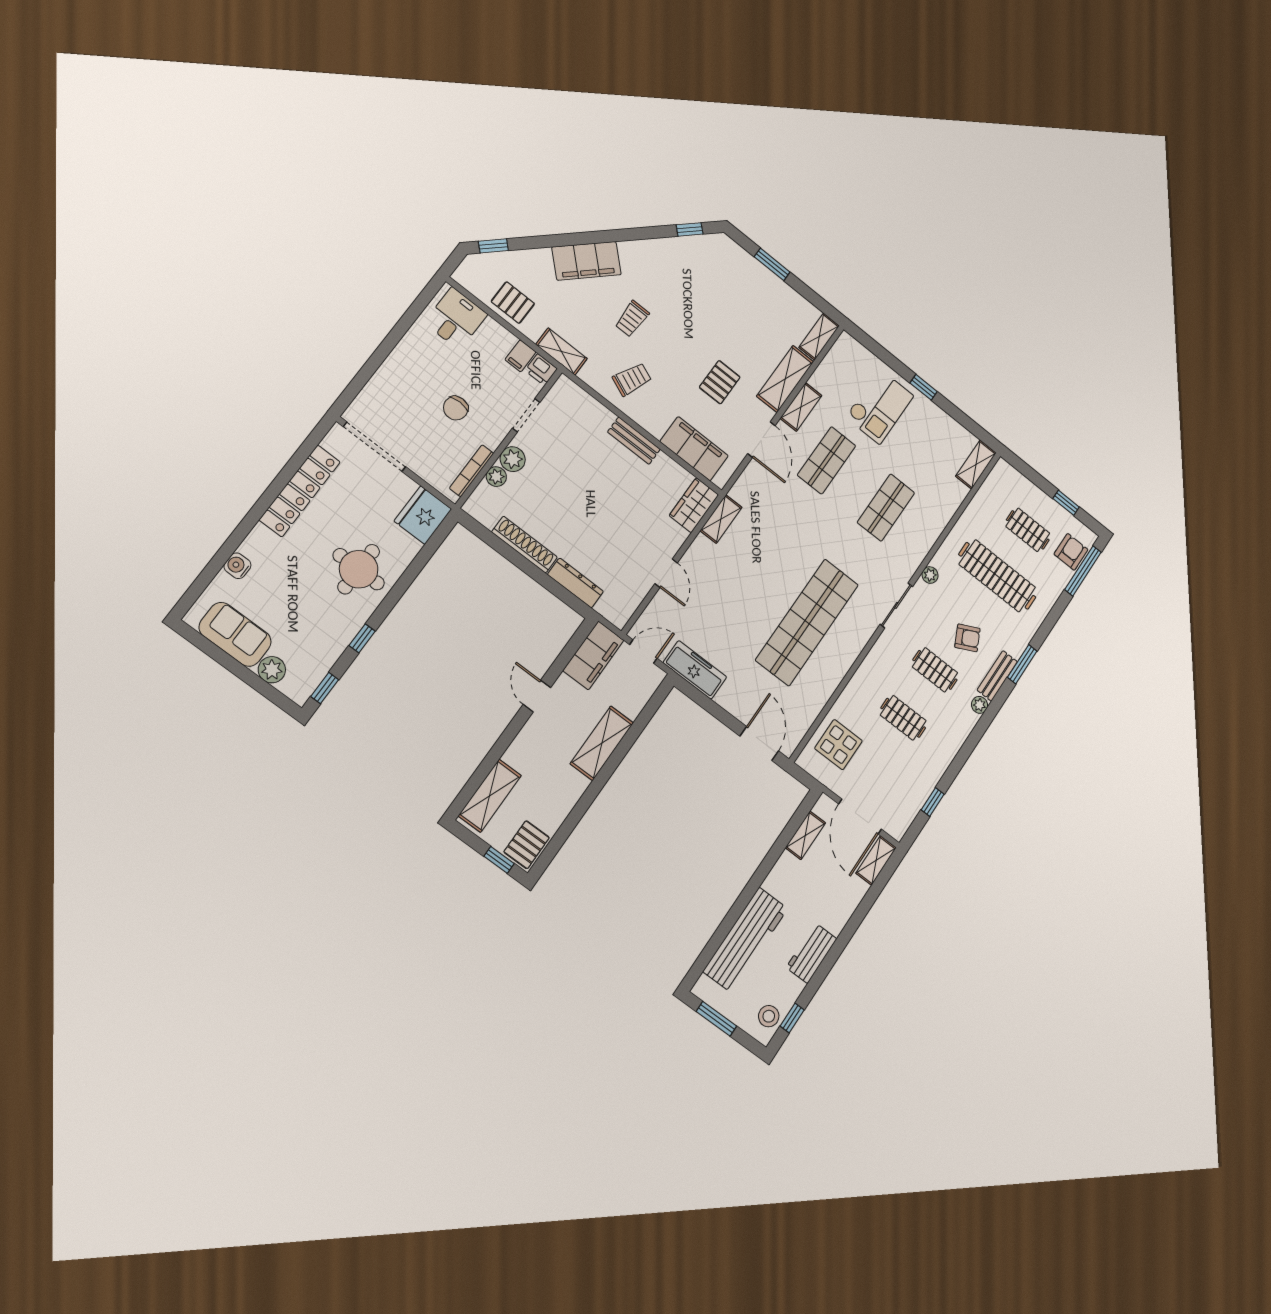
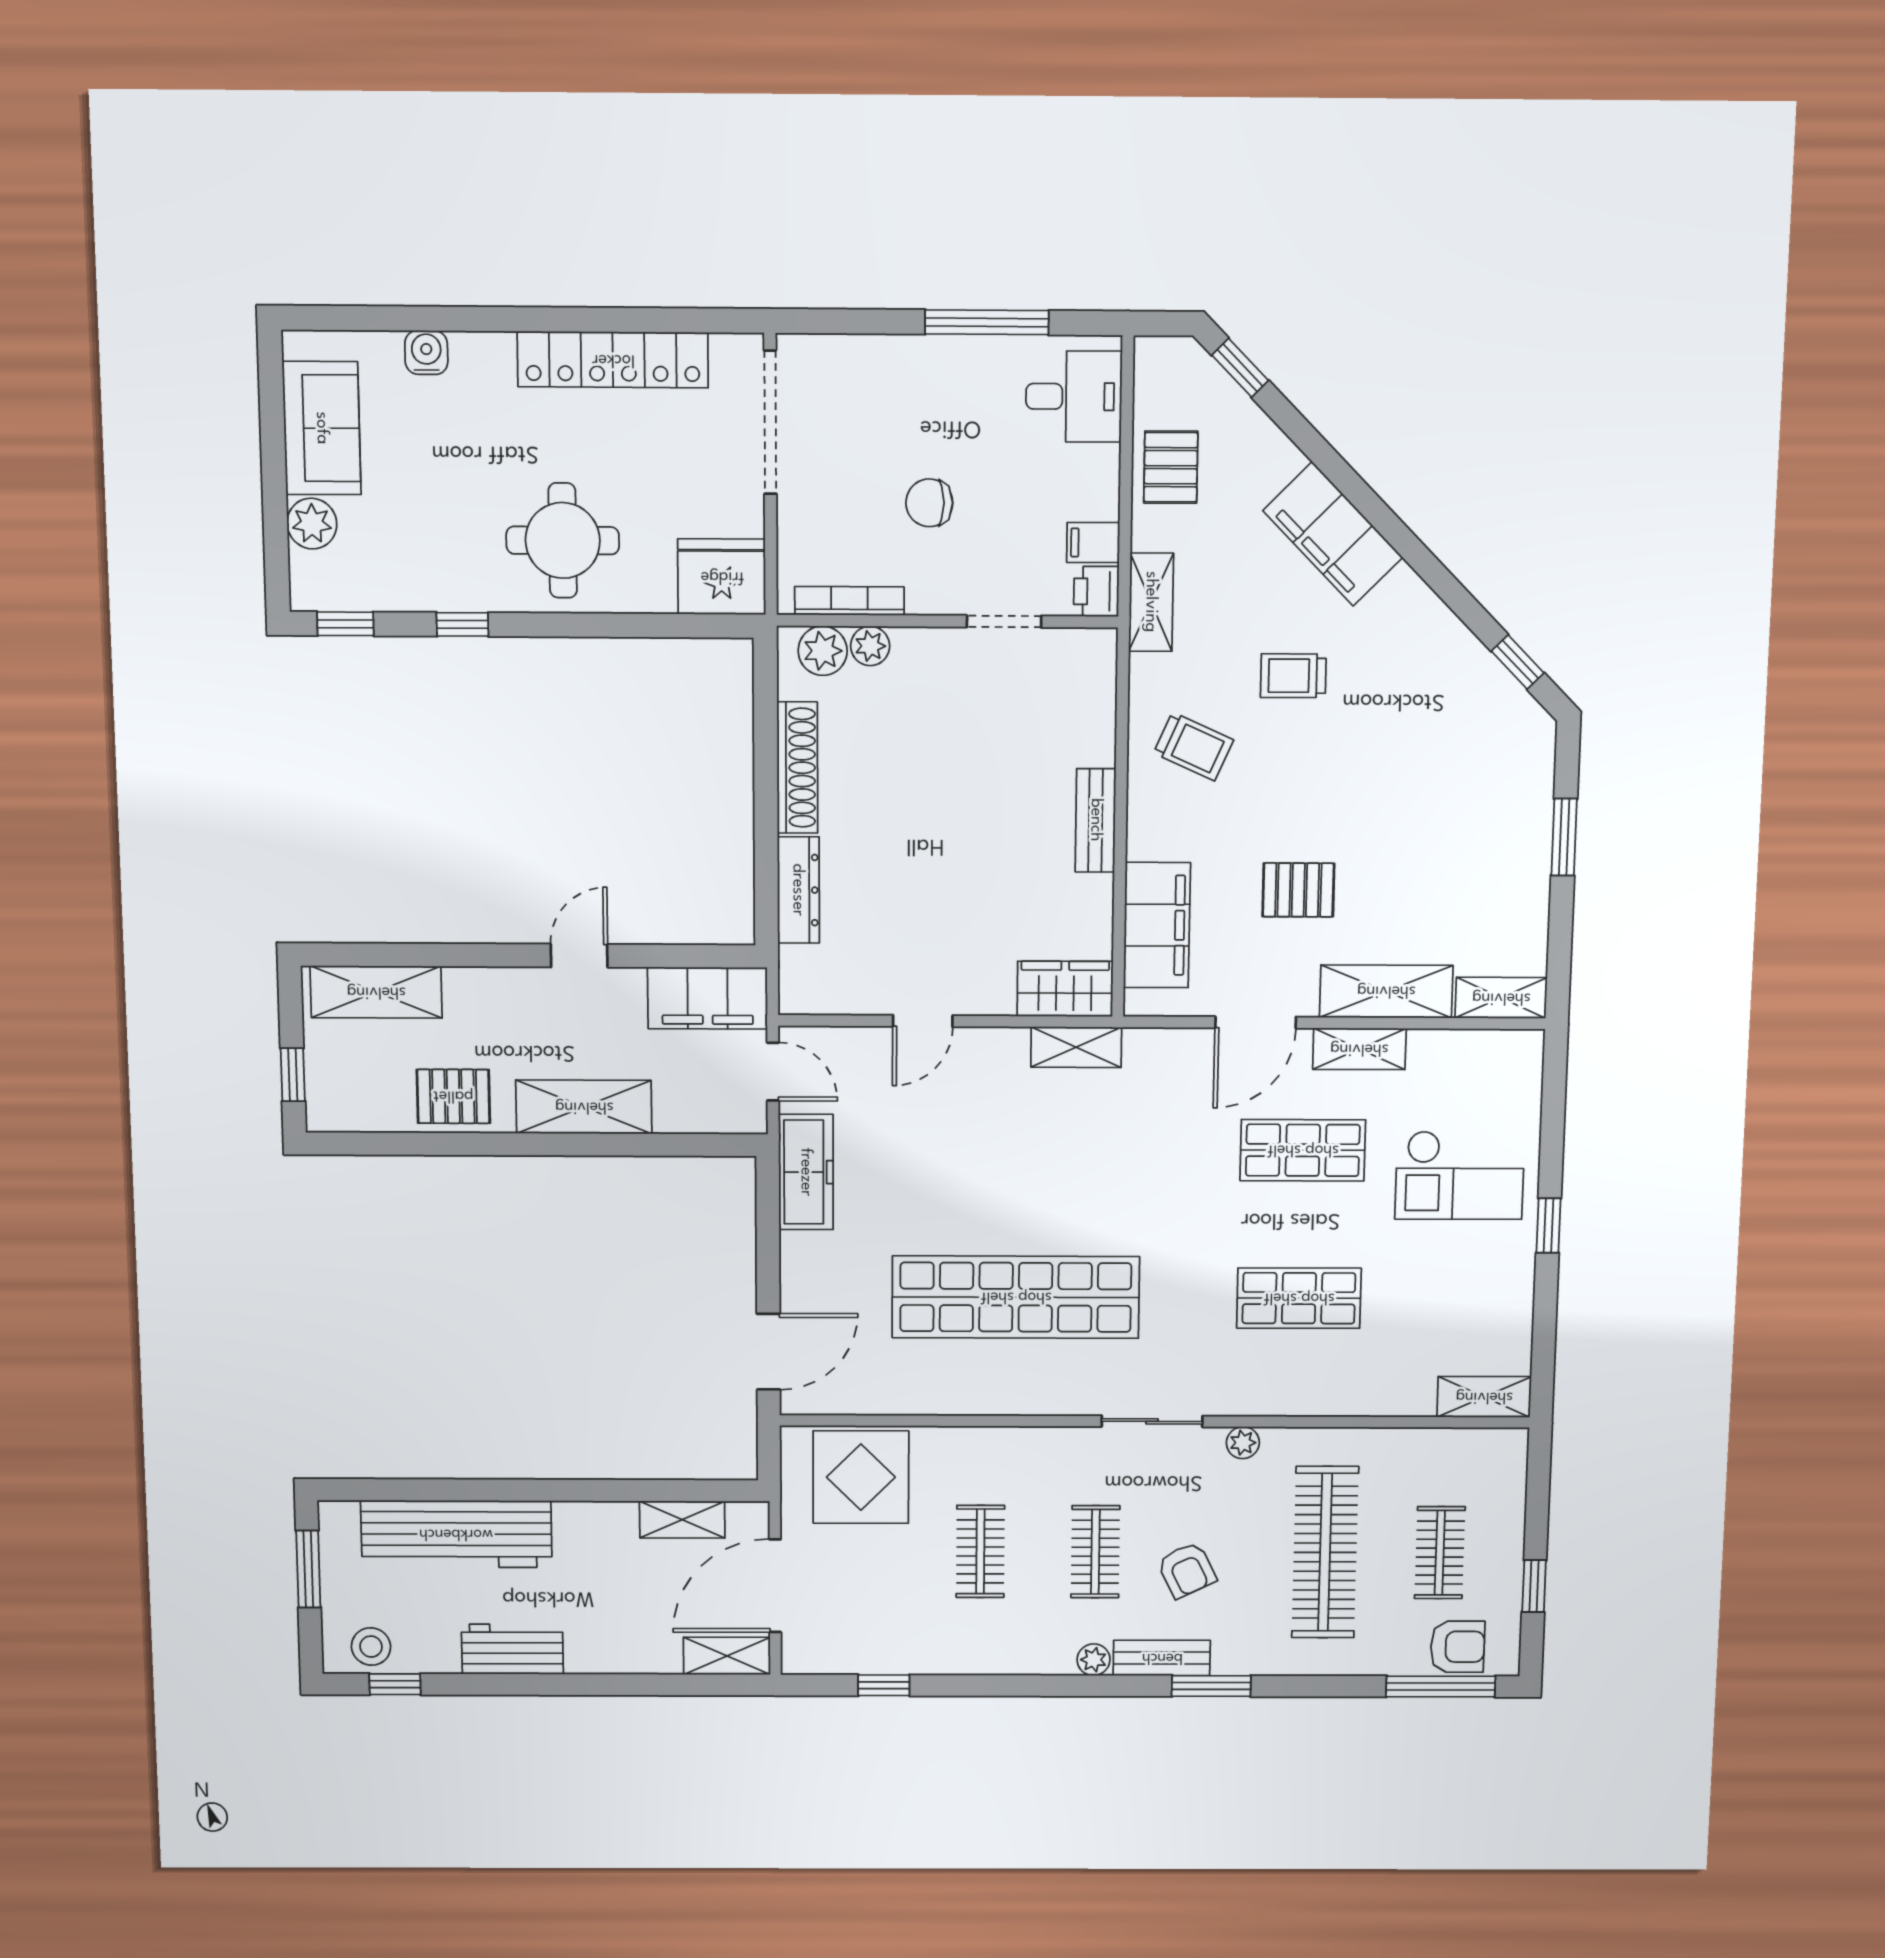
window: (400, 330) -> (987, 322), added
plant: (513, 459) -> (823, 651), moved
display table: (838, 745) -> (861, 1477), width x1.36, depth x1.36
pallet: (527, 845) -> (453, 1096), moved

